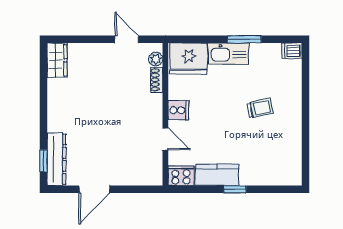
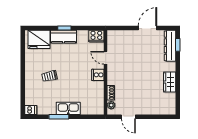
fridge: (189, 59) -> (39, 39), moved, turned 180
wardrobe: (57, 60) -> (170, 82), moved
kitchen counter: (217, 175) -> (64, 37), moved

